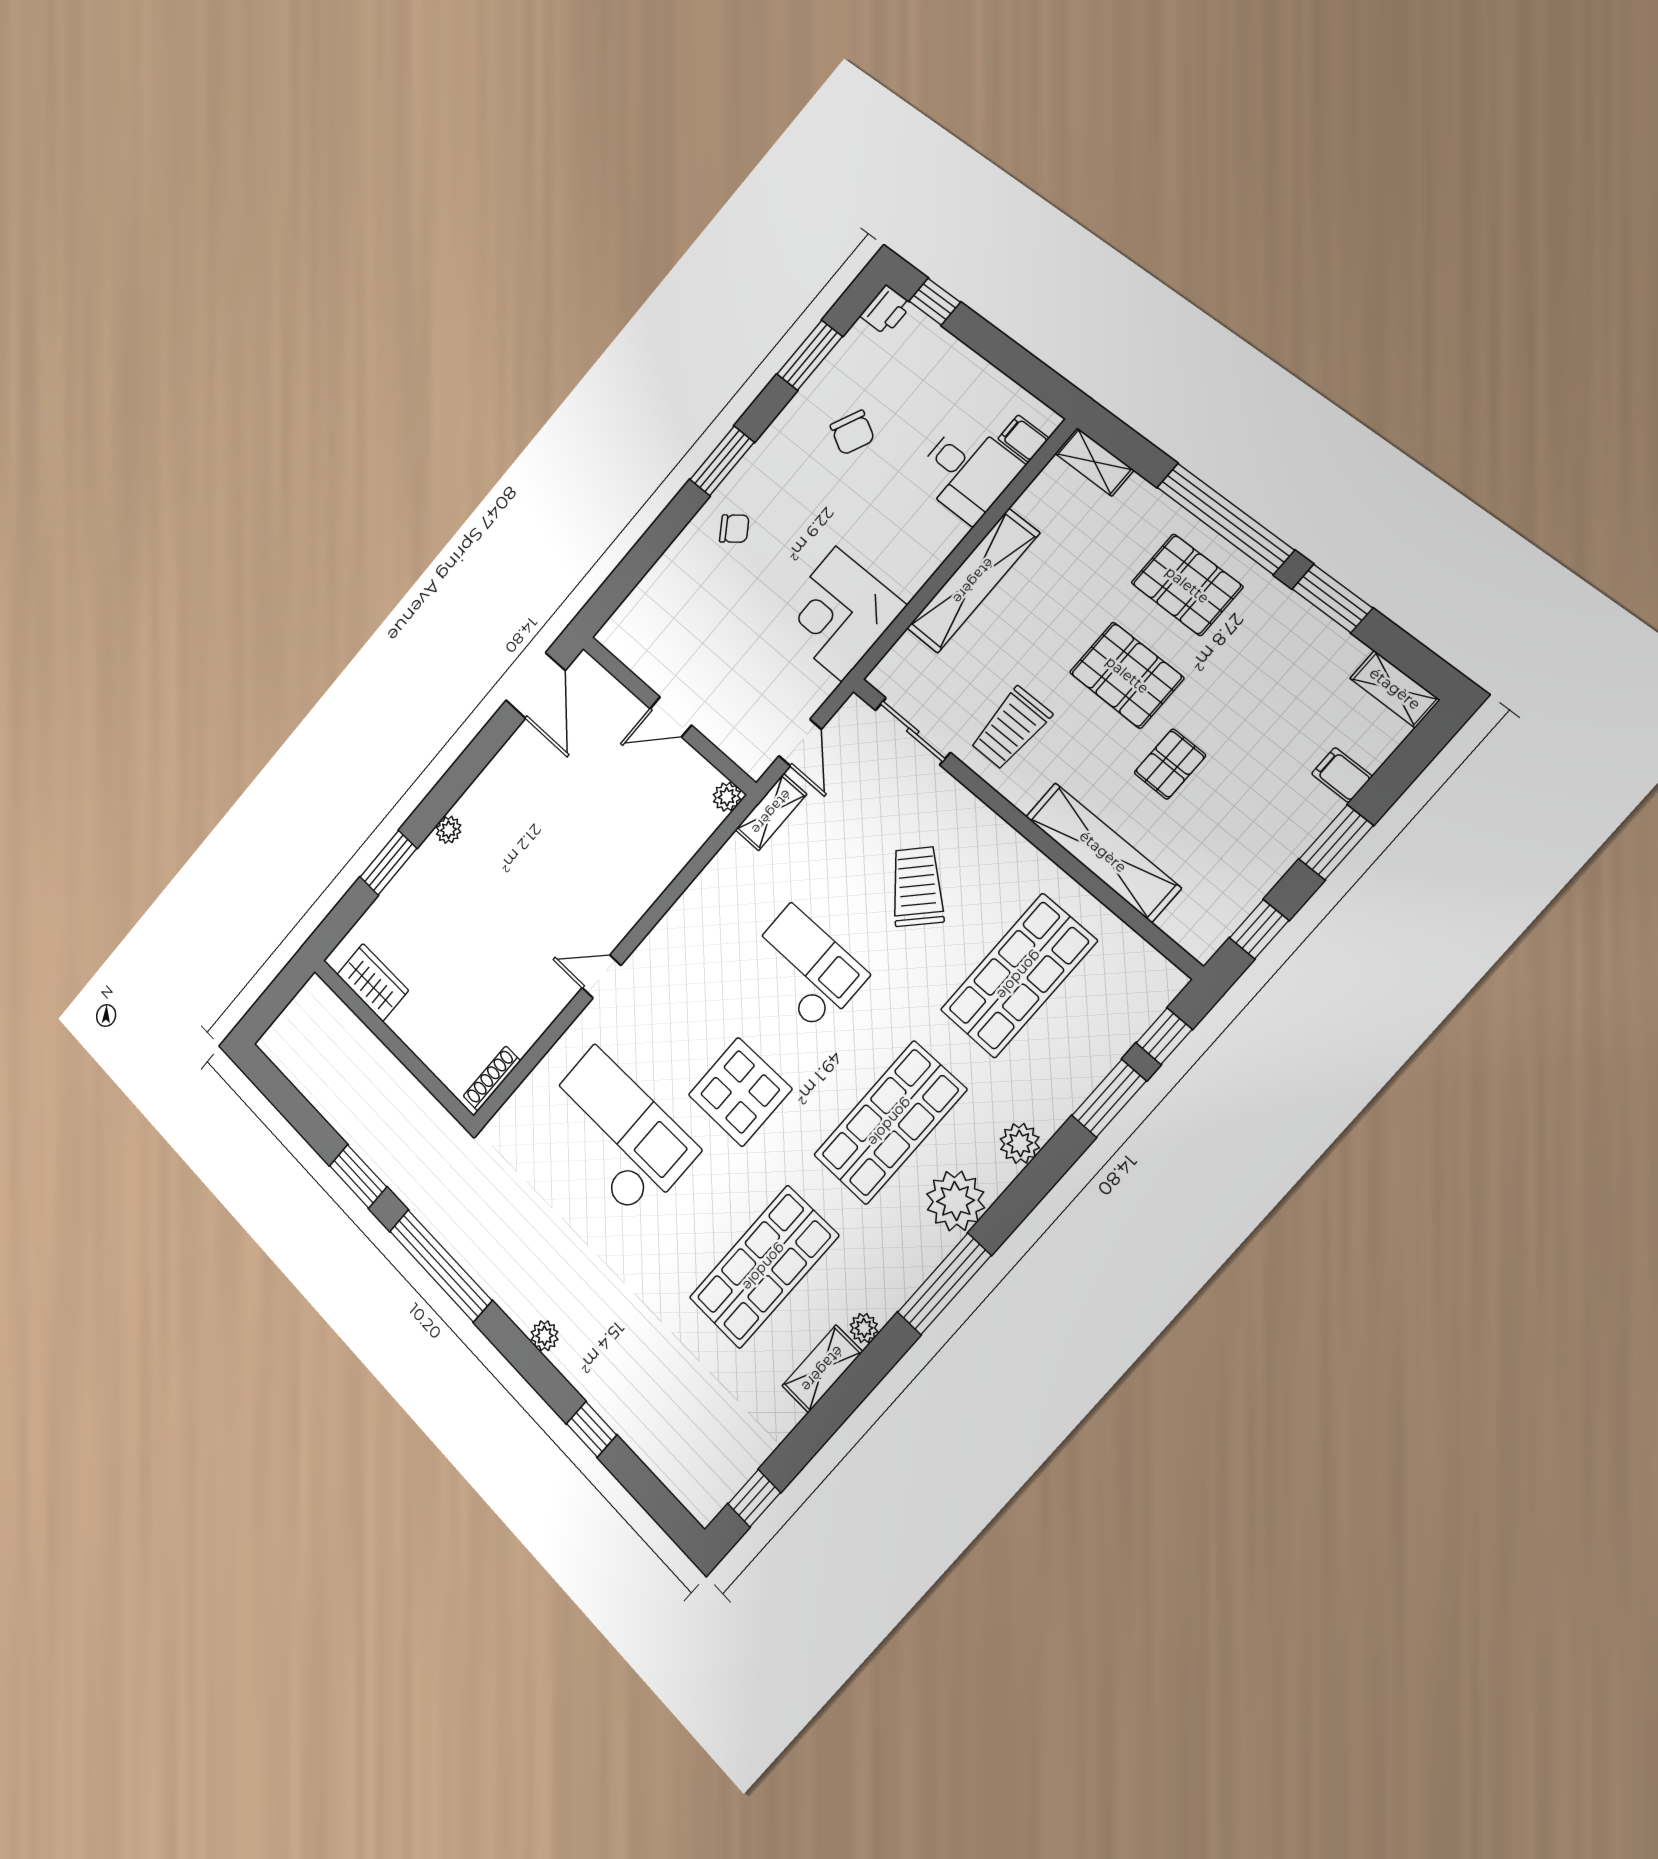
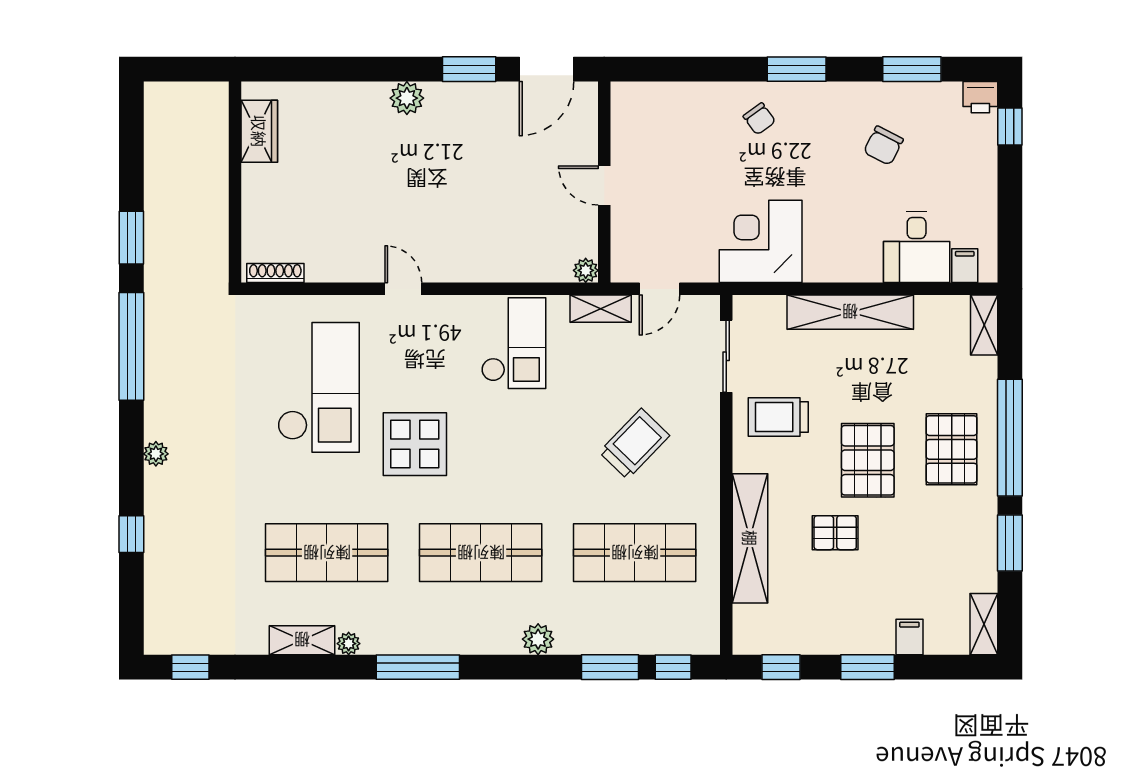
plant: (449, 830) -> (407, 98), width x1.38, depth x1.38
window: (388, 863) -> (469, 69), moved
checkout: (805, 968) -> (514, 343), moved
plant: (956, 1201) -> (471, 631), removed

